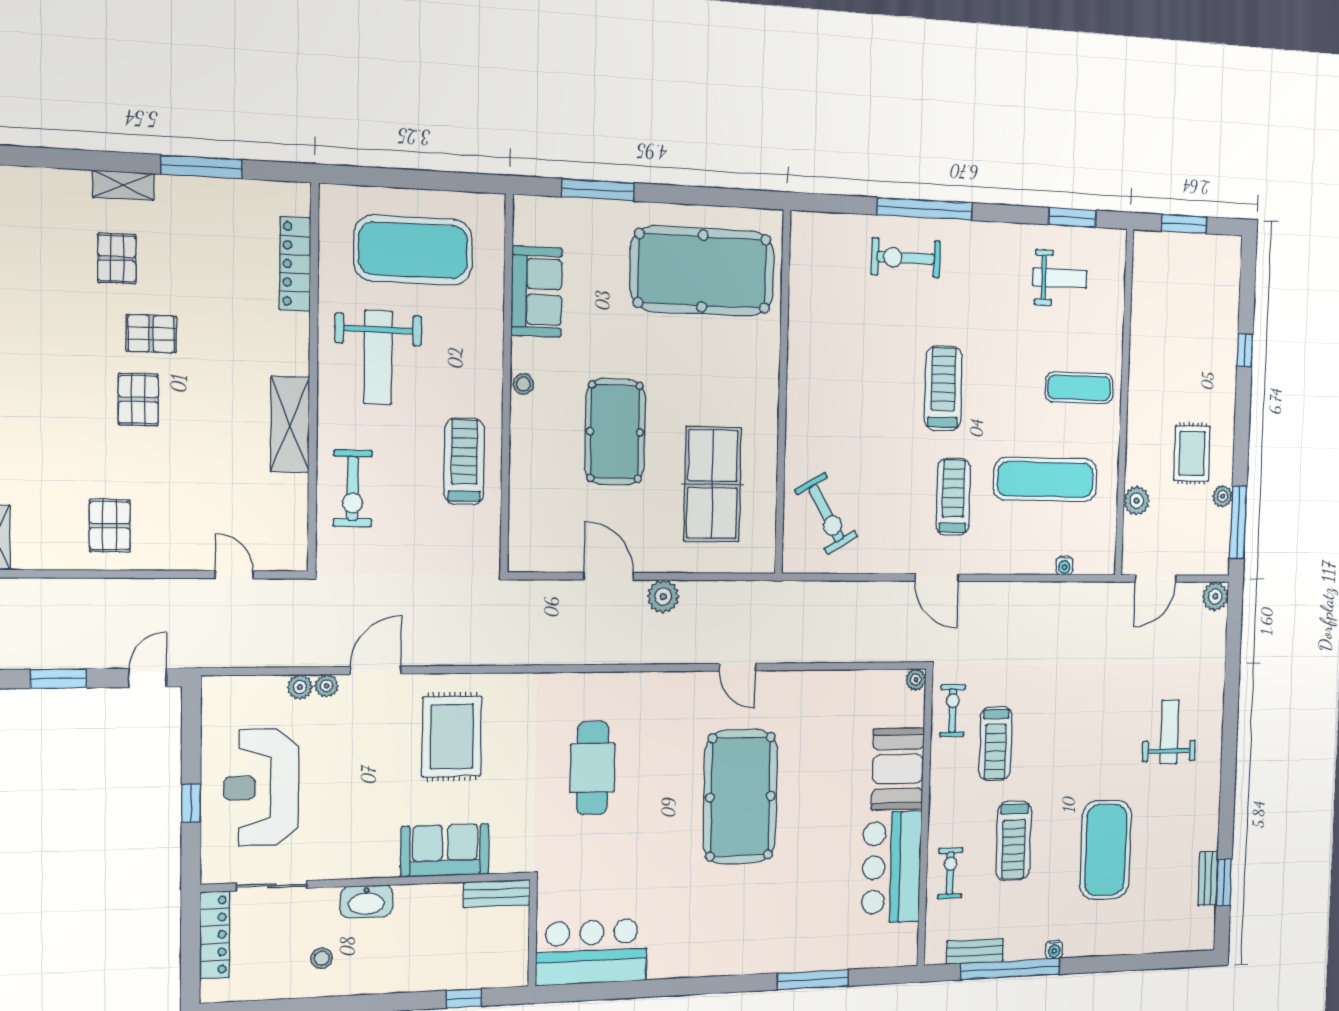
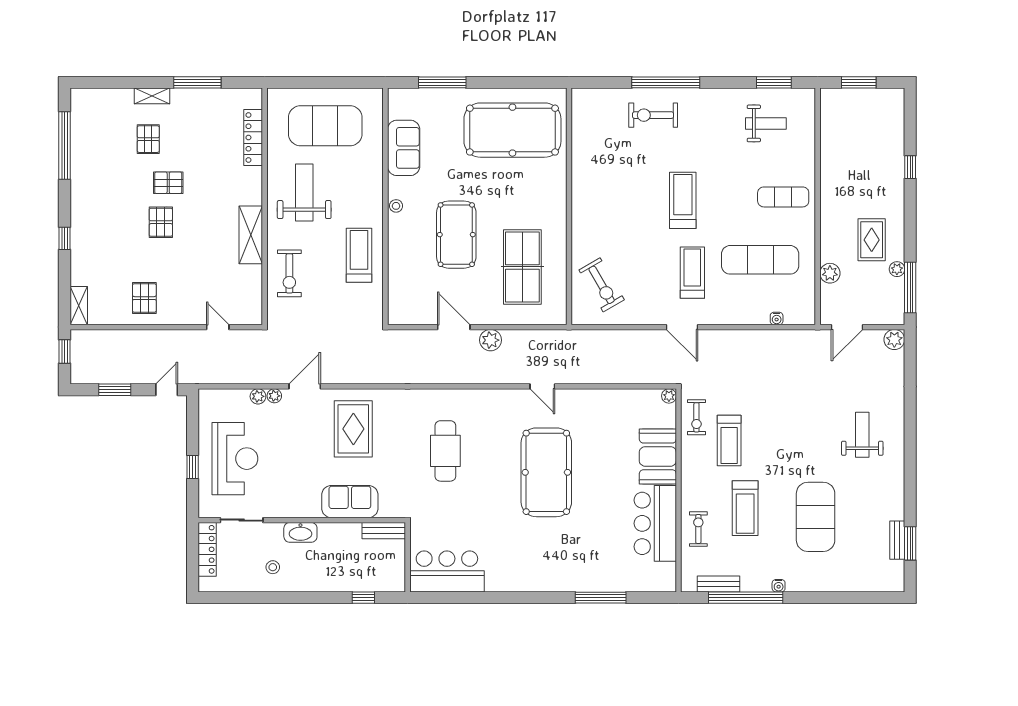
weight bench: (378, 357) -> (304, 192), turned 180
exercise bike: (953, 711) -> (696, 417), turned 180
reception desk: (261, 788) -> (235, 459), turned 180

